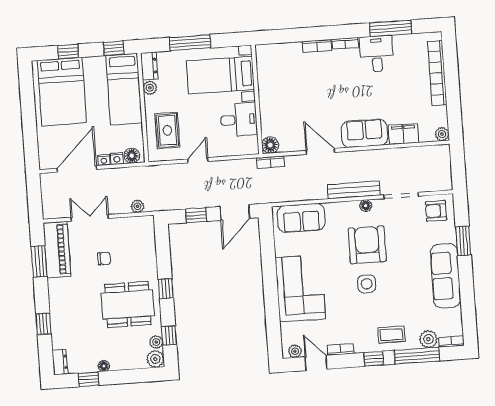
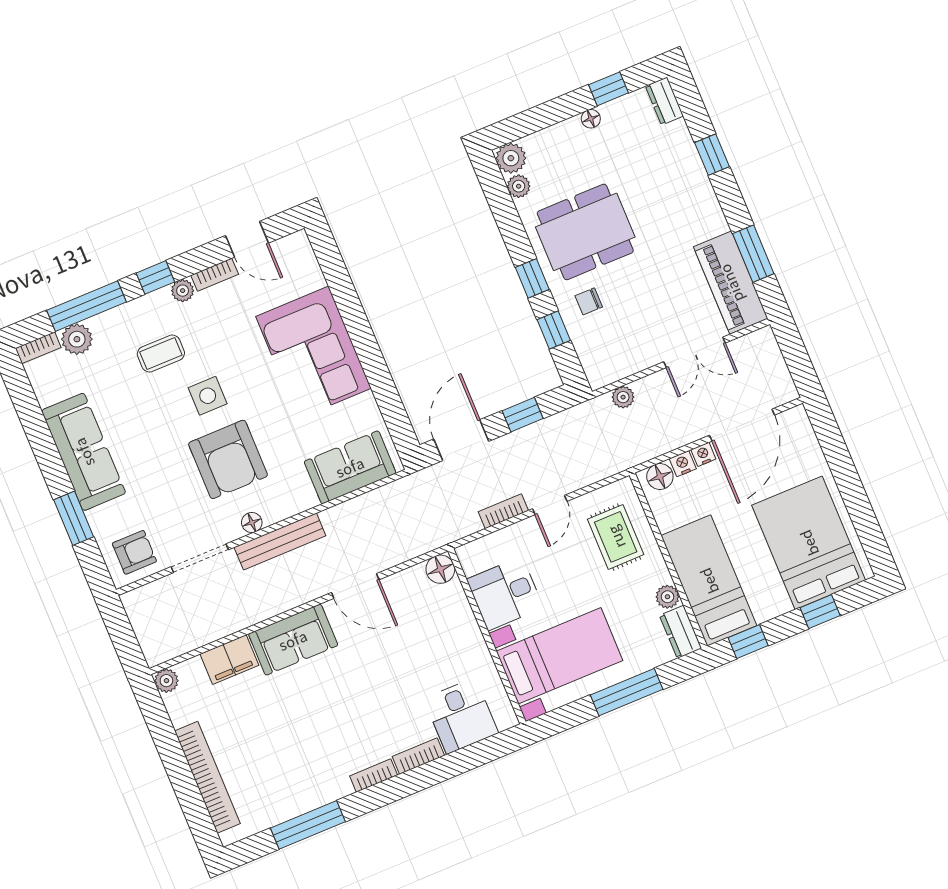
desk: (377, 54) -> (461, 716), moved
bookcase: (271, 162) -> (503, 511), moved
chair: (104, 258) -> (589, 301), moved
coffee table: (391, 334) -> (161, 353), moved
window: (169, 336) -> (554, 330), moved
plant: (295, 351) -> (183, 291), moved

